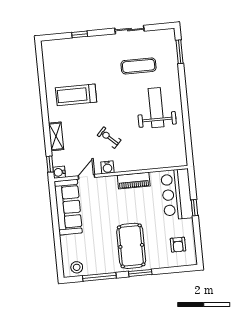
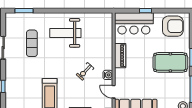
armchair: (178, 245) -> (173, 26), width x1.88, depth x1.88

